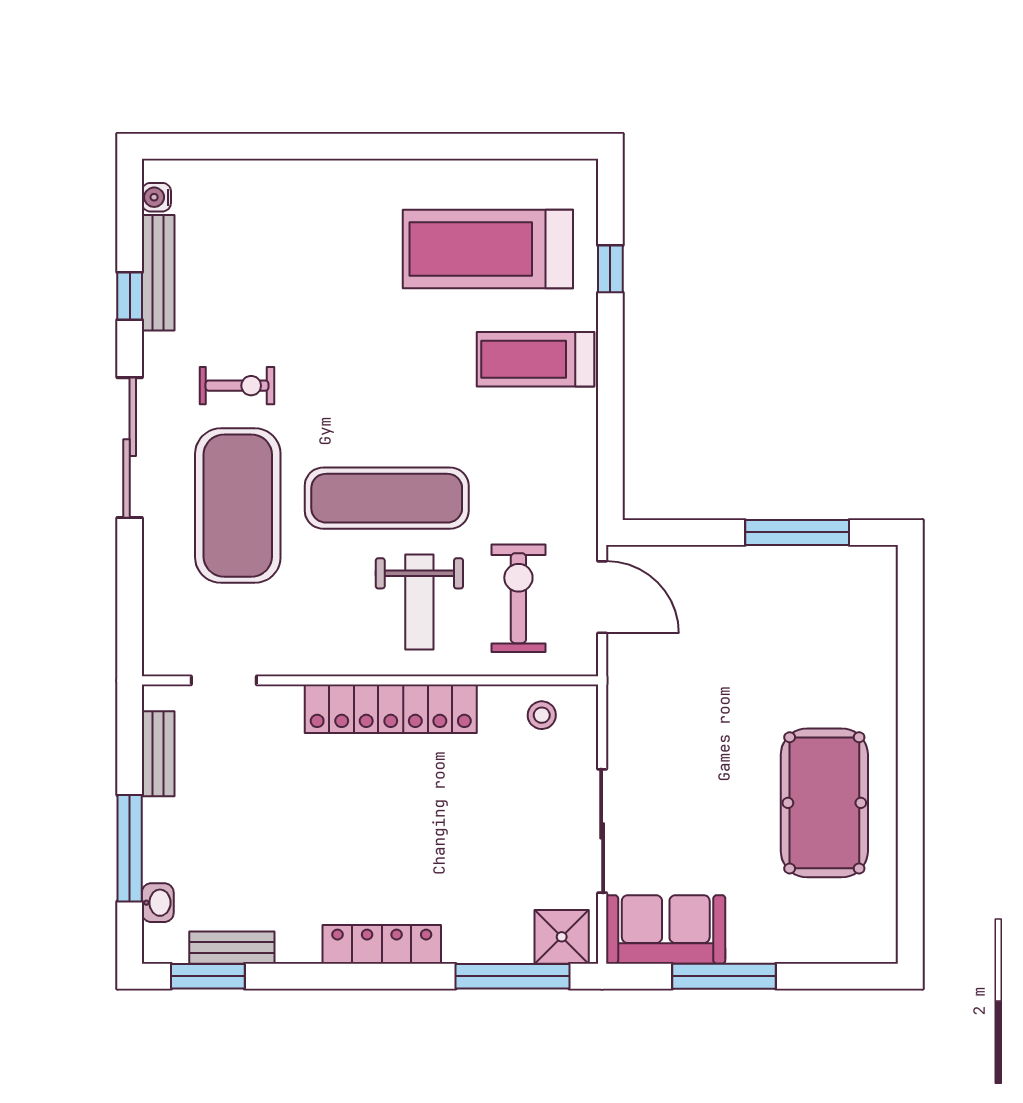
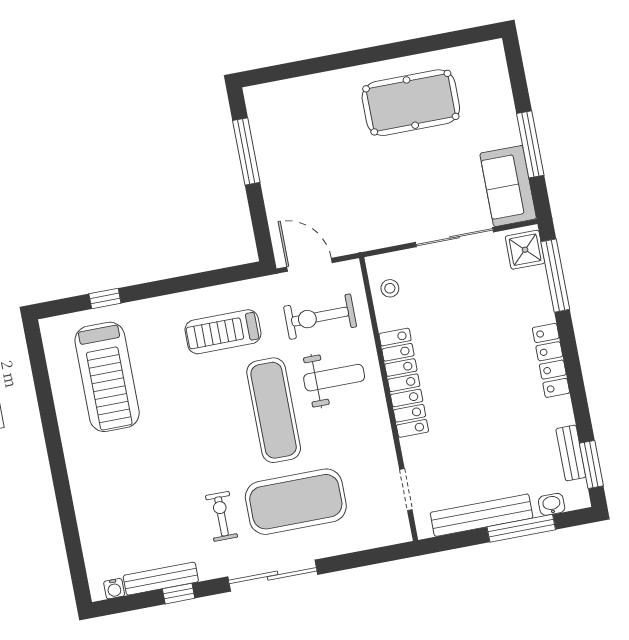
treadmill: (535, 359) -> (223, 332), moved, turned 90
door: (602, 597) -> (309, 265), hinge flipped
bench: (158, 754) -> (482, 515), width x1.86, depth x1.21

